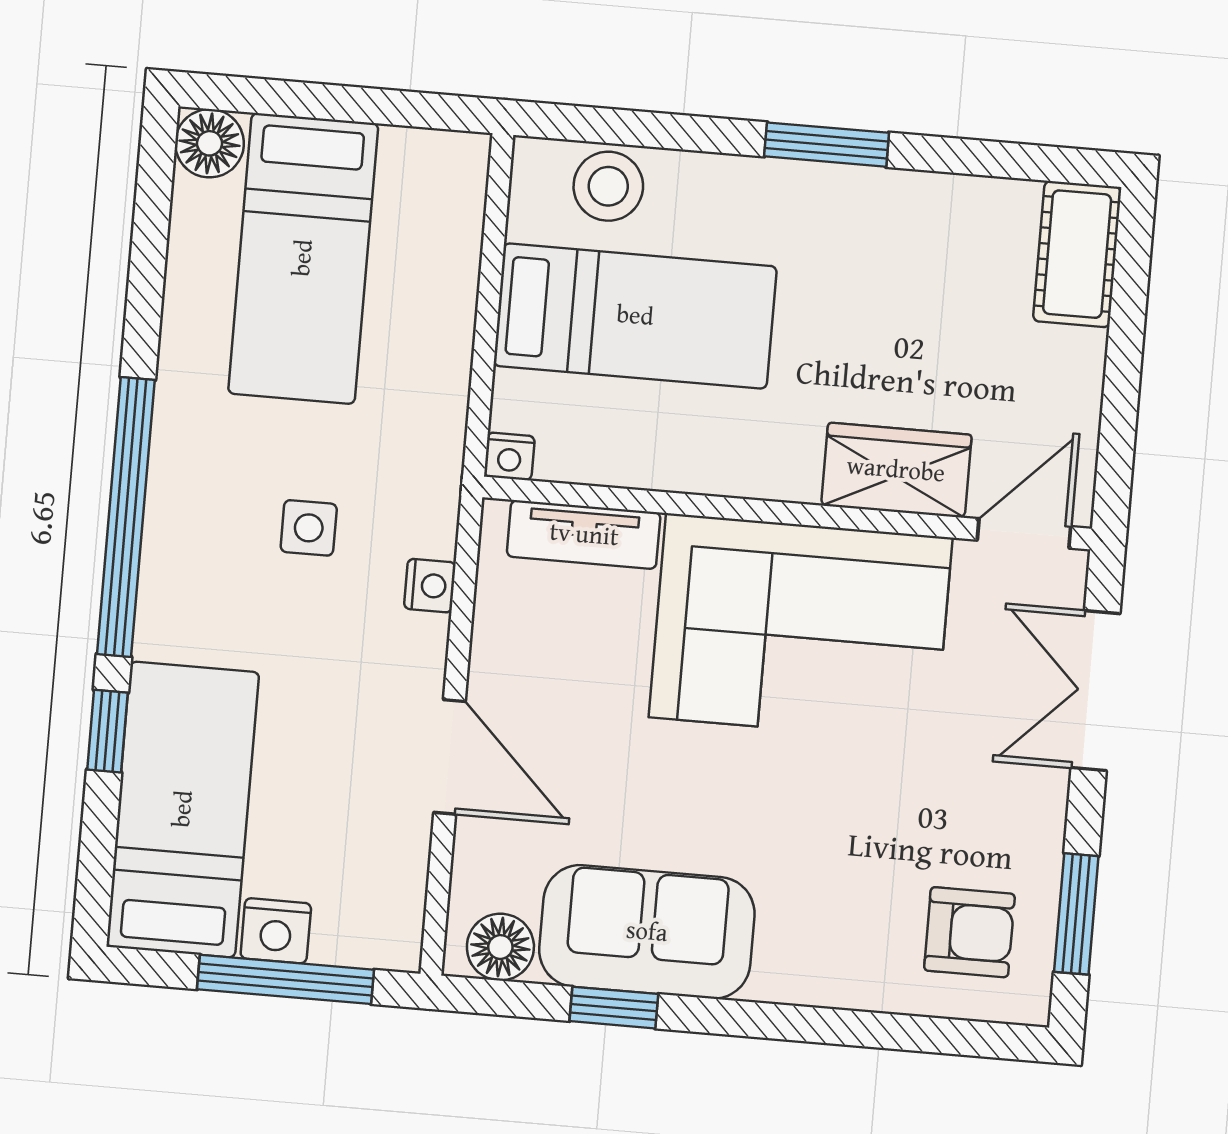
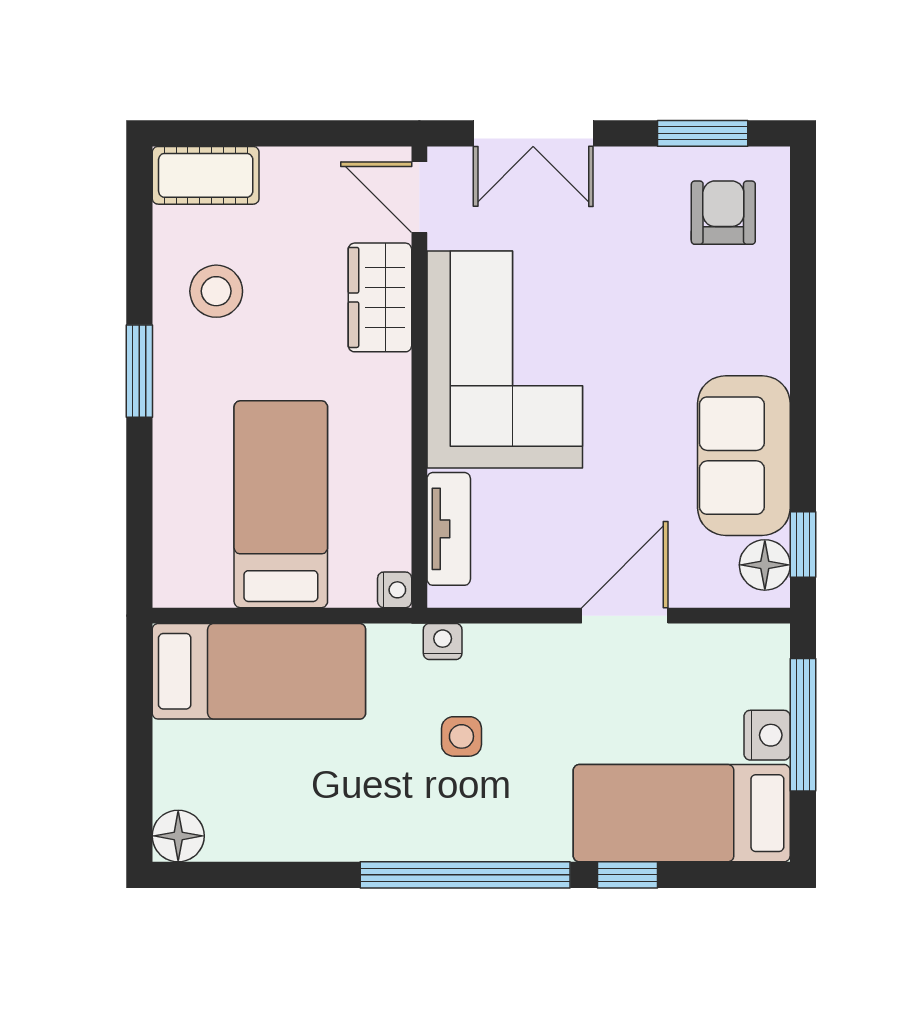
stool: (608, 186) -> (216, 291), moved
bed: (303, 258) -> (259, 671), moved
nightstand: (430, 586) -> (443, 641), moved
window: (614, 1008) -> (803, 545), moved

